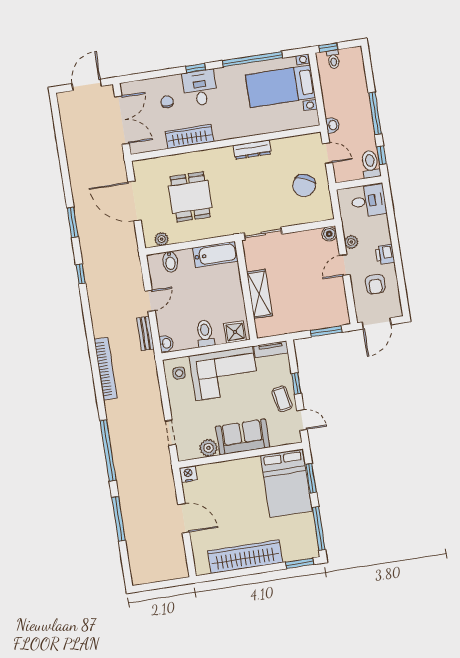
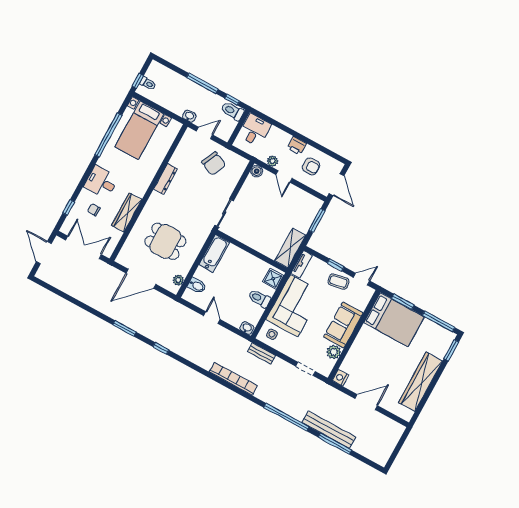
window: (196, 68) -> (69, 207), moved
shelving: (259, 294) -> (290, 248), moved, turned 90
bench: (145, 334) -> (262, 354), moved
bench: (128, 502) -> (329, 430), added

